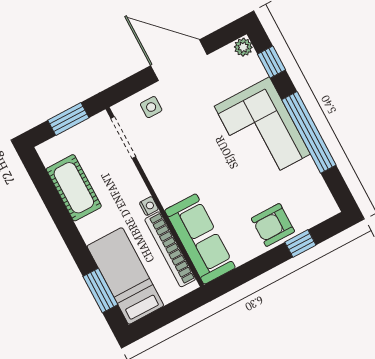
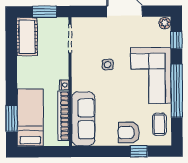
side table: (151, 107) -> (108, 65), moved
cot: (74, 188) -> (27, 37), moved
coffee table: (309, 191) -> (159, 124), added

